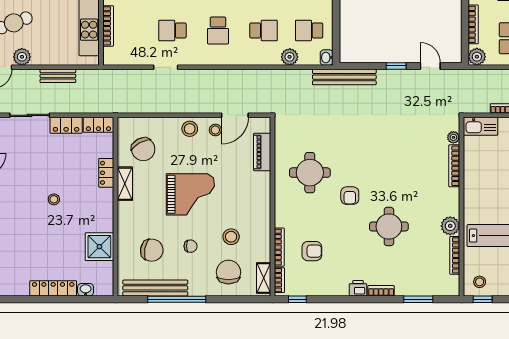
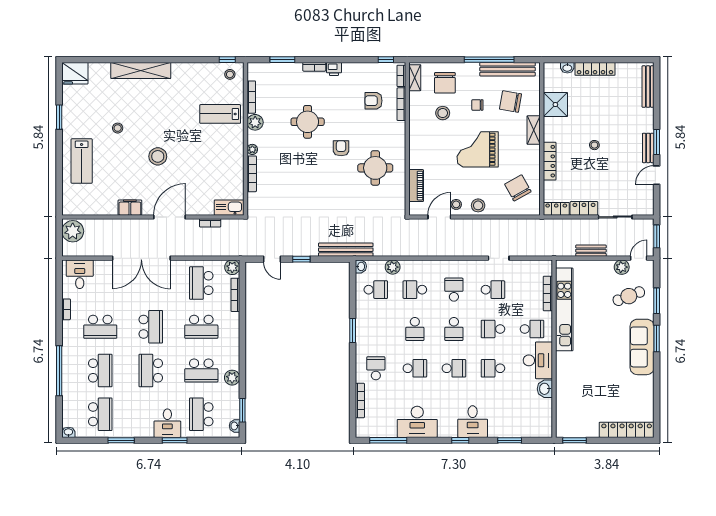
plant: (453, 137) -> (252, 149), moved
locker: (106, 173) -> (550, 161), width x1.53
shelving: (125, 184) -> (534, 130), moved

